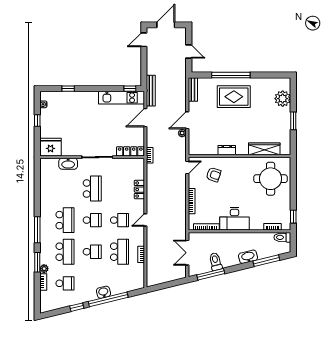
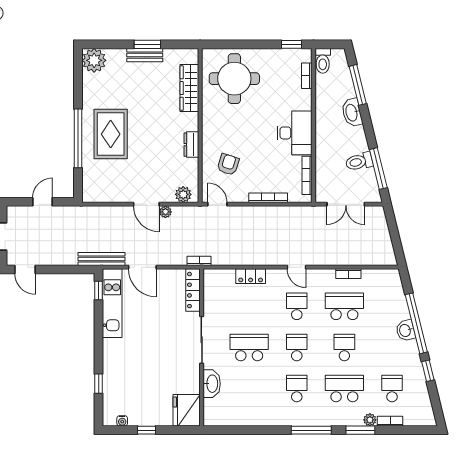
bench: (193, 89) -> (145, 55), moved
plant: (283, 99) -> (94, 60), moved
plant: (194, 145) -> (183, 194), added
school desk: (65, 220) -> (297, 389), width x0.54

